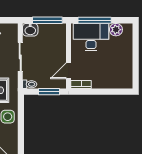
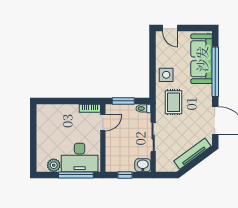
window: (47, 20) -> (125, 175), width x0.46

